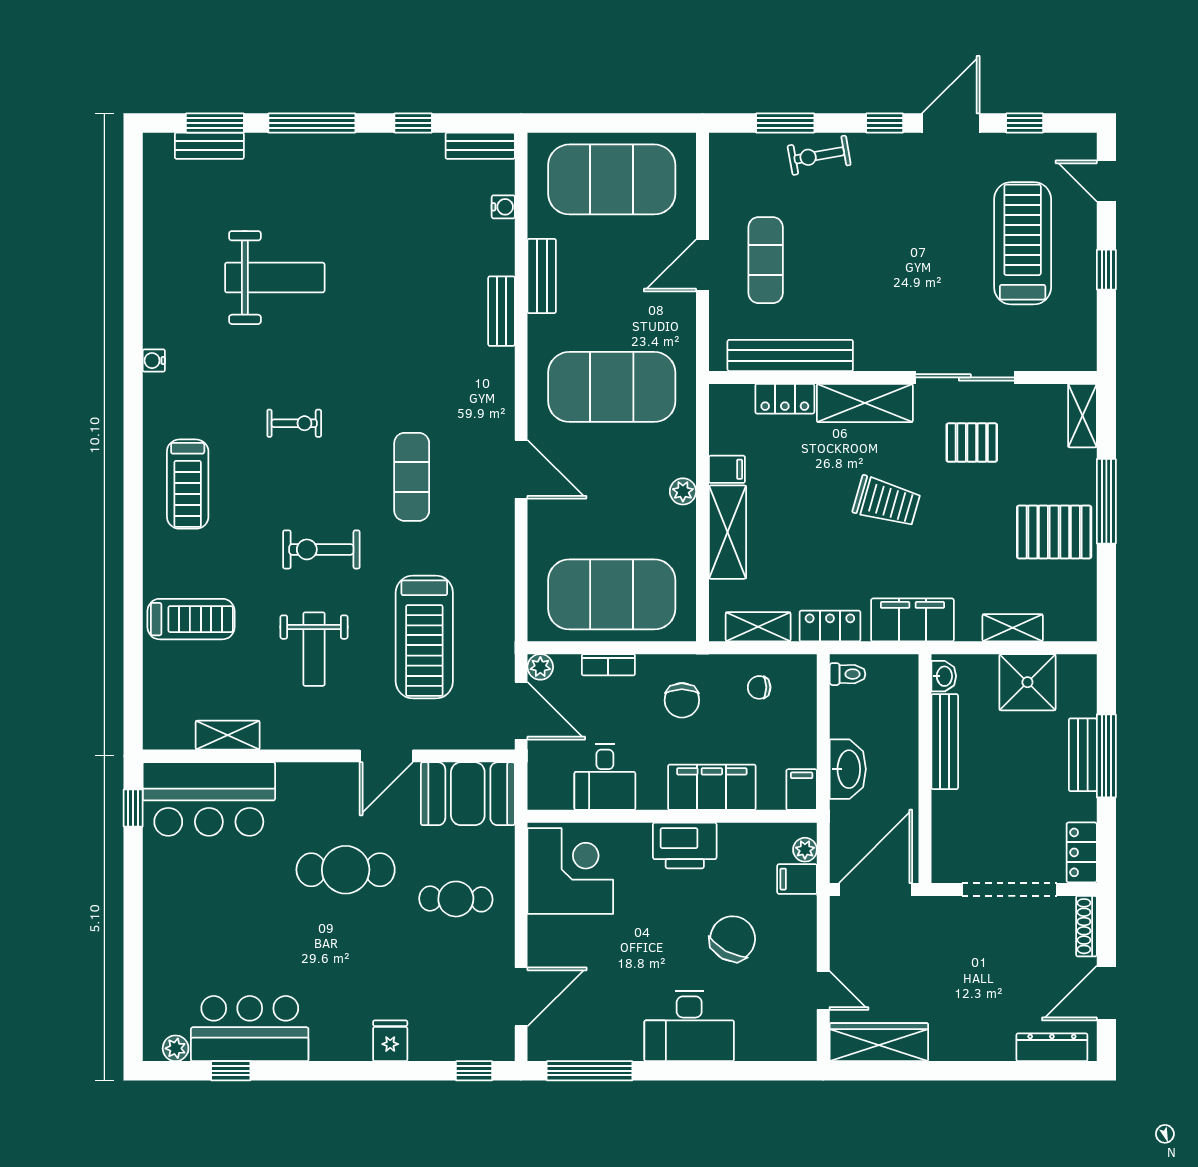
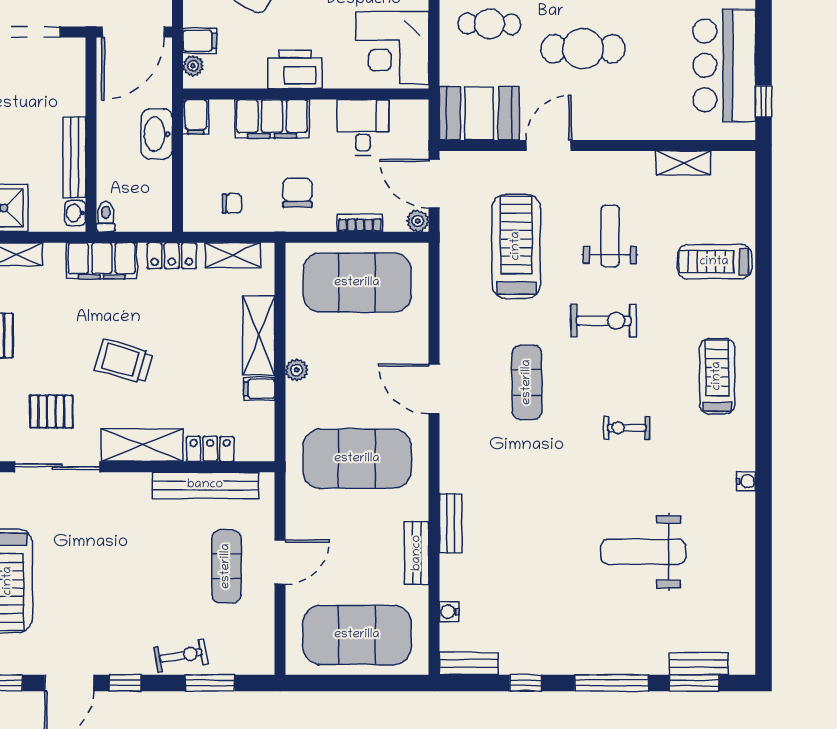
toilet: (848, 674) -> (106, 217), moved, turned 90
bar counter: (209, 799) -> (724, 65), moved, turned -90

